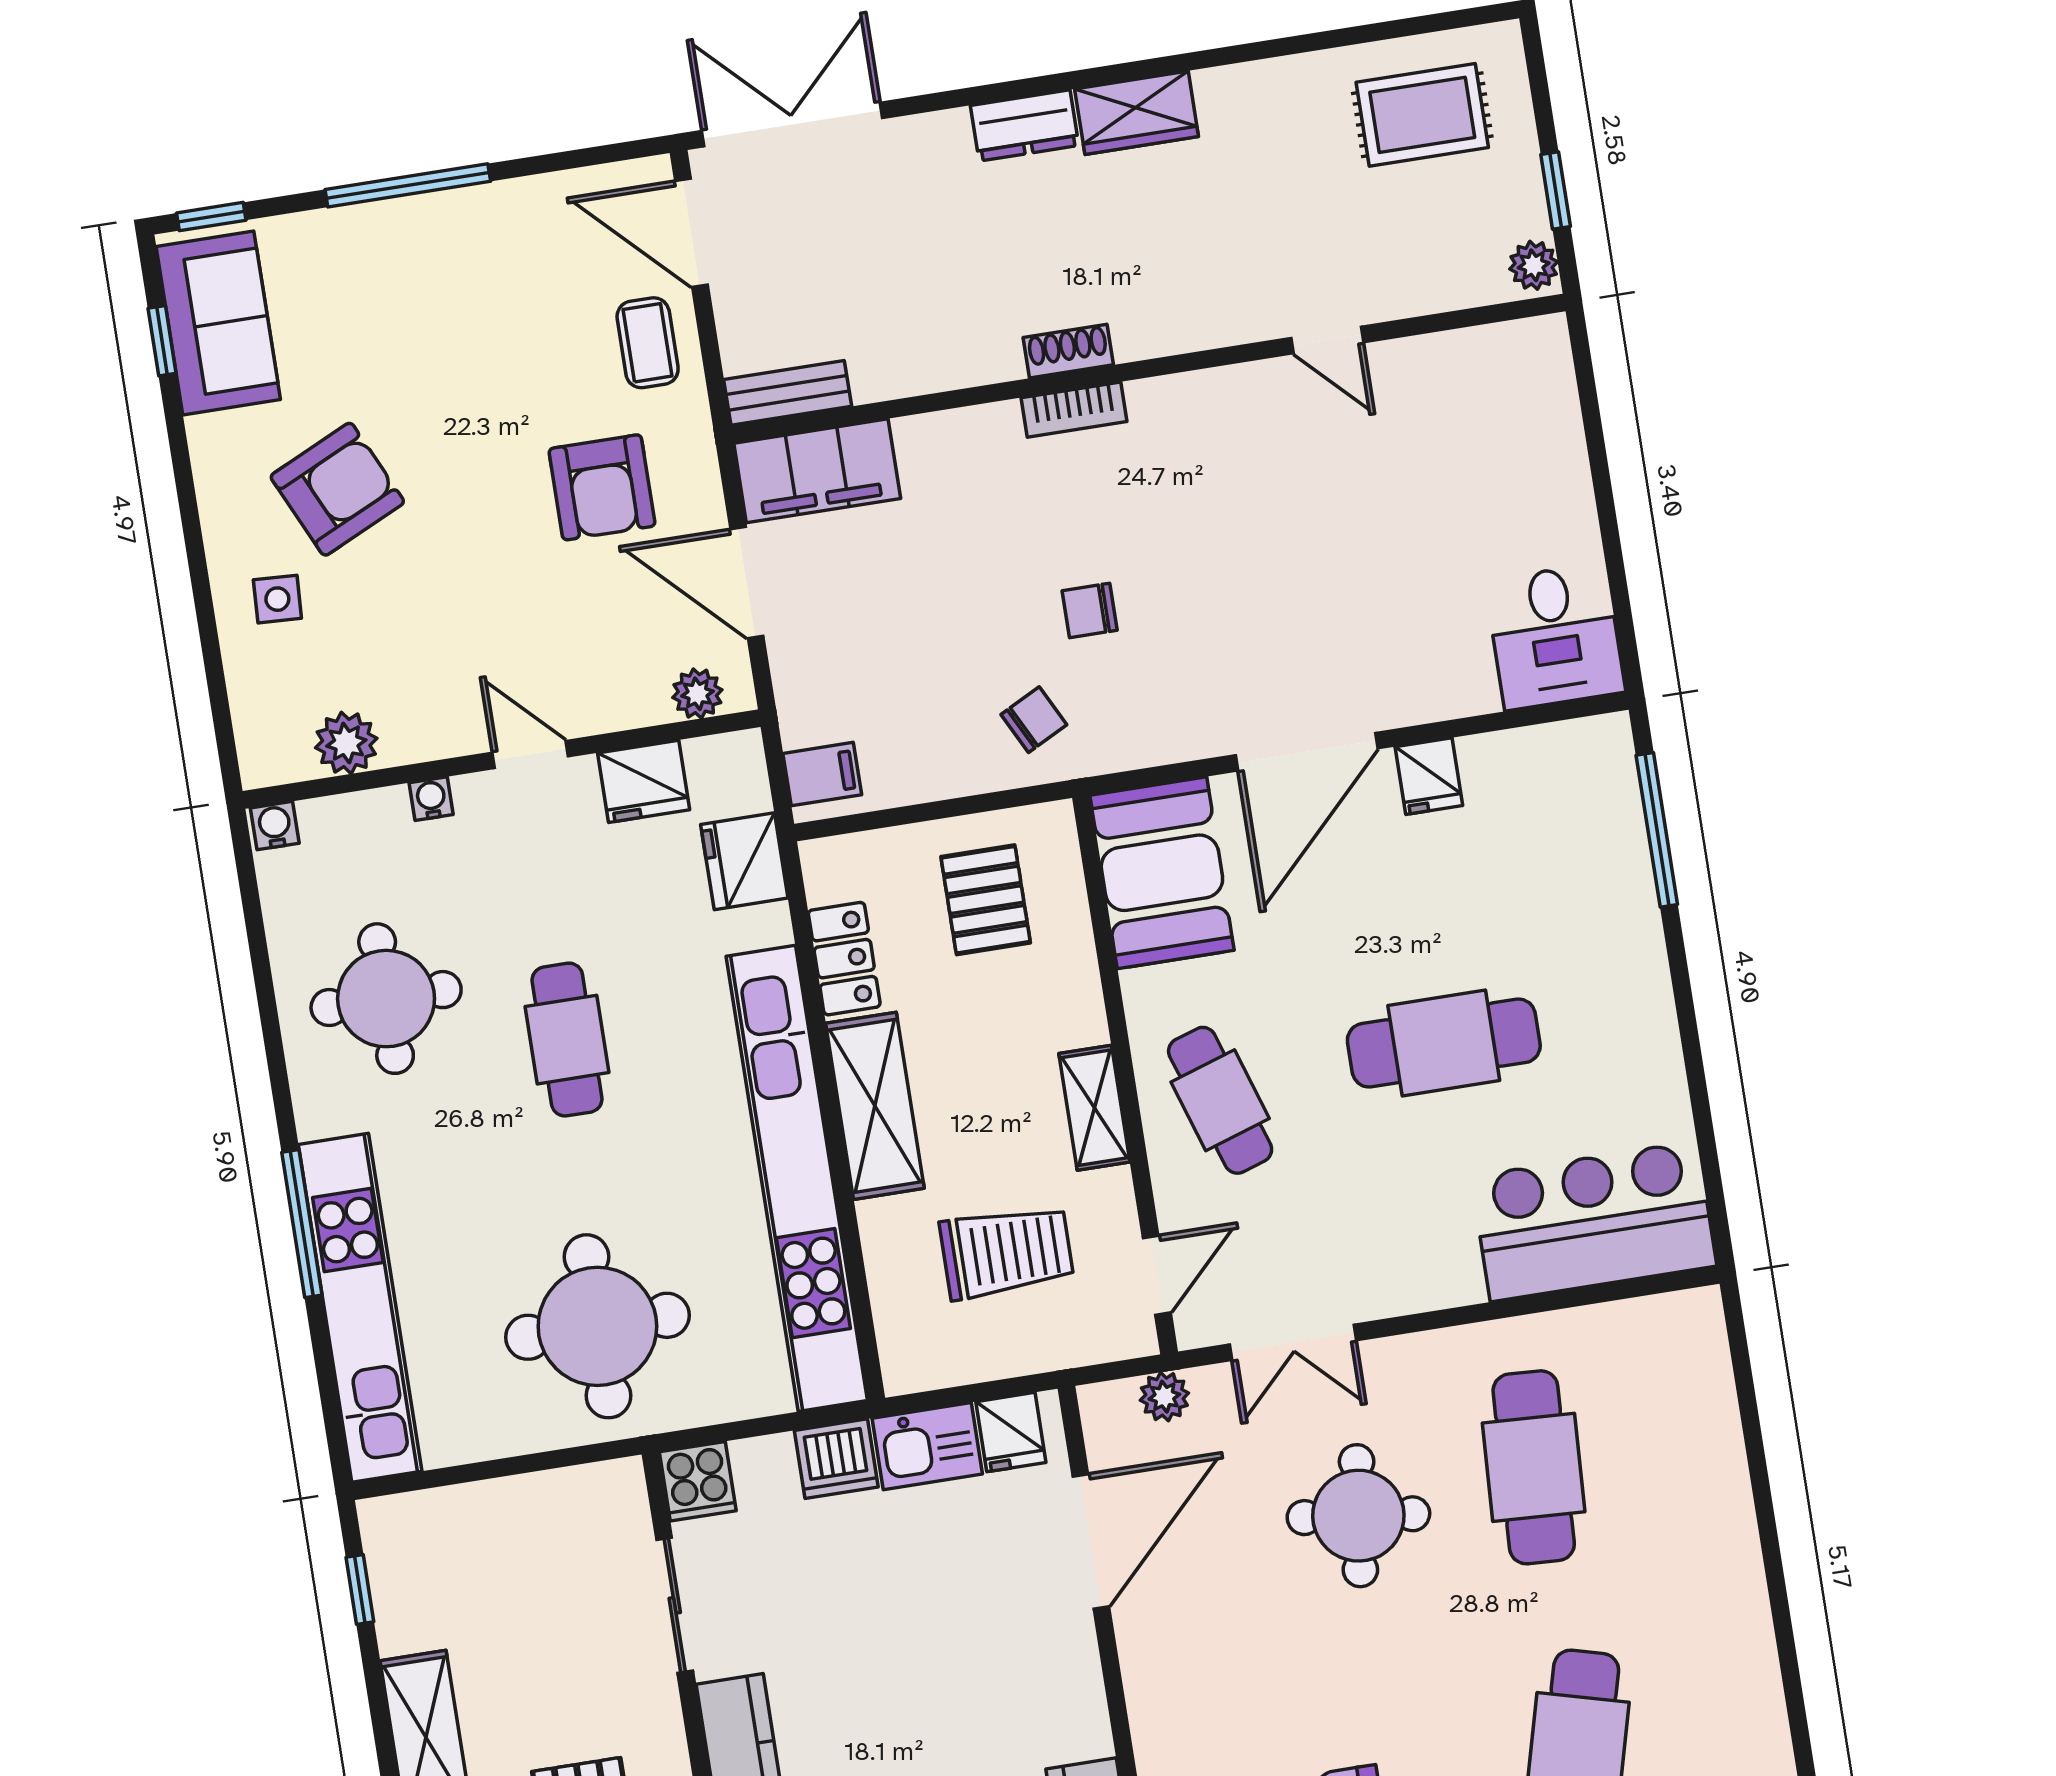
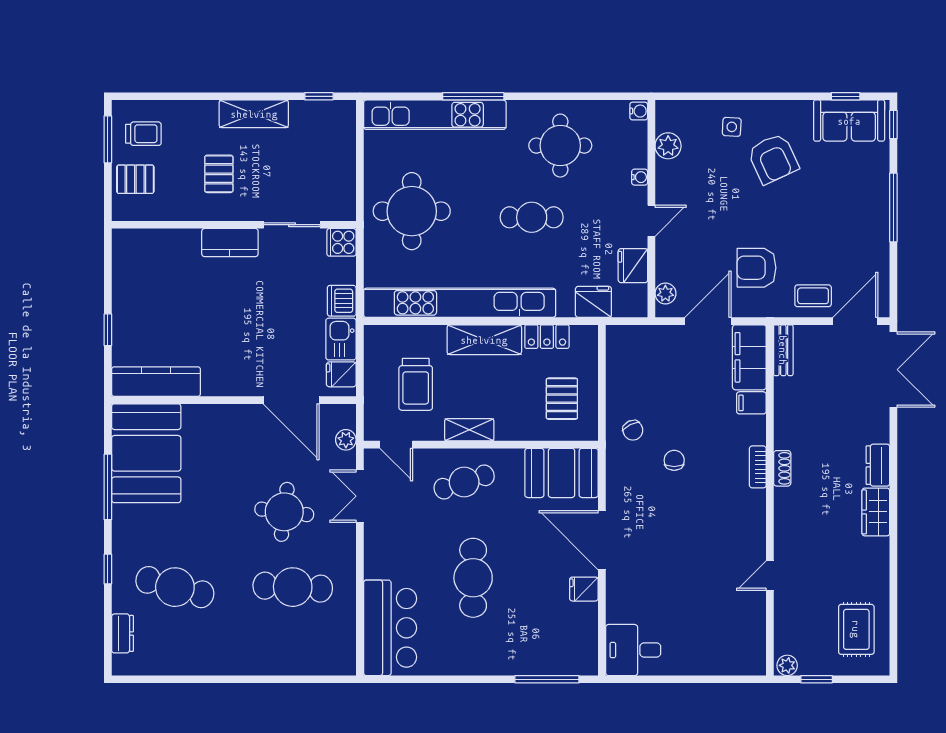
filing cabinet: (822, 774) -> (751, 403), moved, turned 90
pallet: (986, 900) -> (562, 399), turned 90

